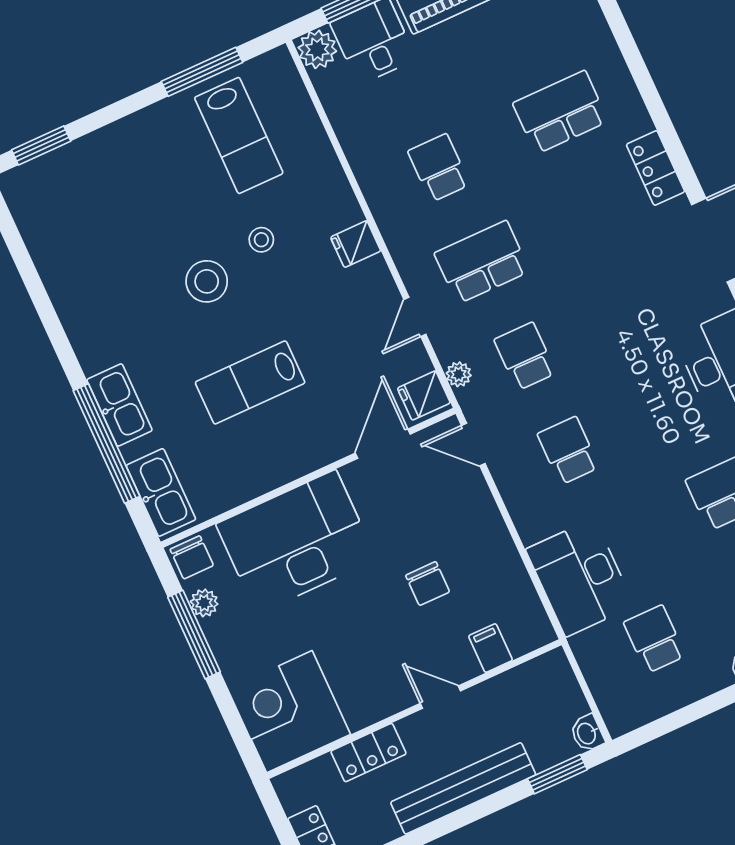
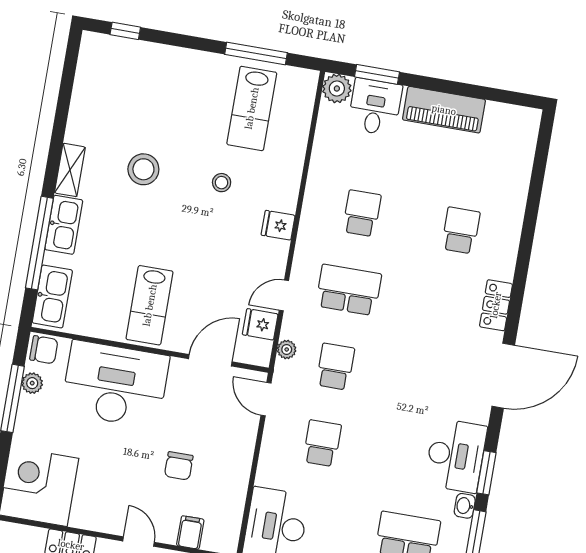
school desk: (560, 112) -> (461, 230), width x0.54
window: (41, 145) -> (125, 31), width x0.67
stool: (207, 281) -> (143, 169), moved
shelving: (85, 340) -> (70, 170), added
lab bench: (250, 382) -> (150, 305), moved, turned -90
fridge: (424, 396) -> (260, 324), moved
chair: (192, 557) -> (44, 350), turned -90

